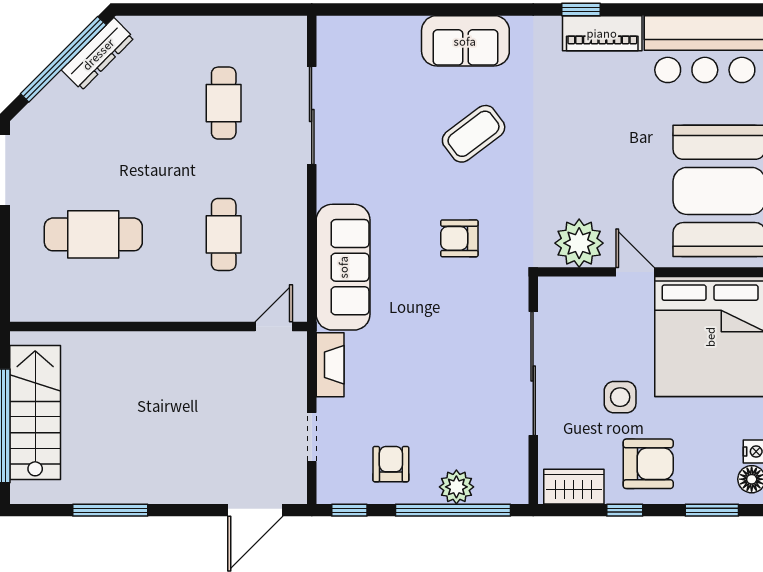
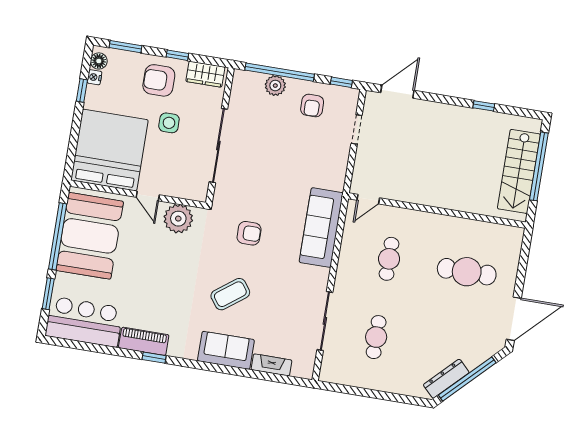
fireplace: (330, 365) -> (271, 365), moved, turned 90
window: (110, 510) -> (484, 106), width x0.46

